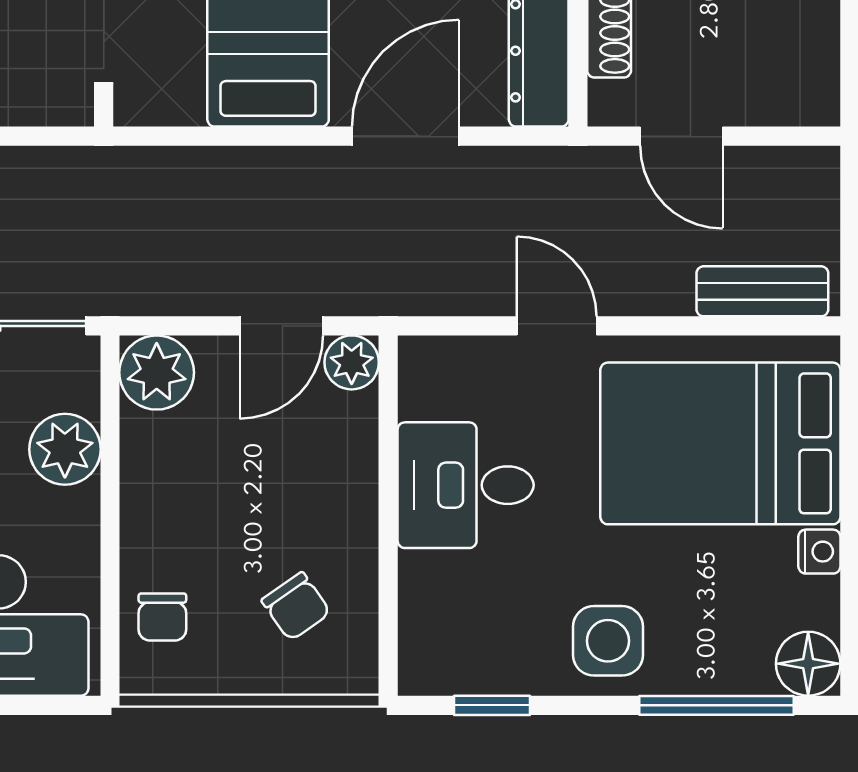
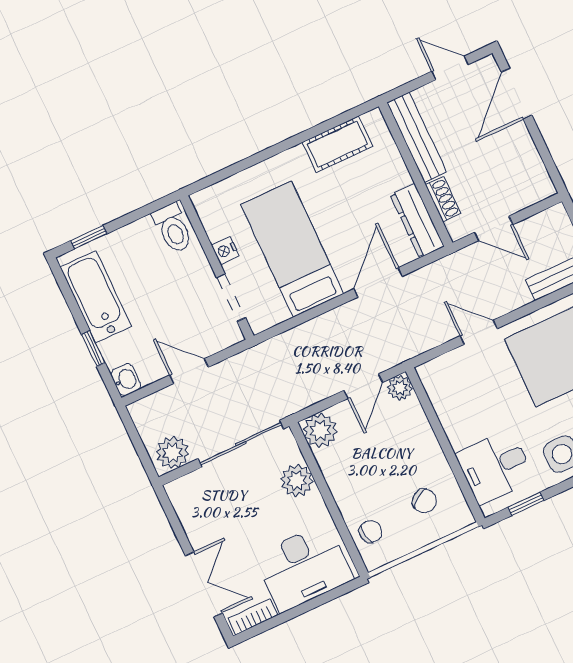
desk: (466, 485) -> (495, 467), moved
chair: (162, 617) -> (371, 532), turned -100

